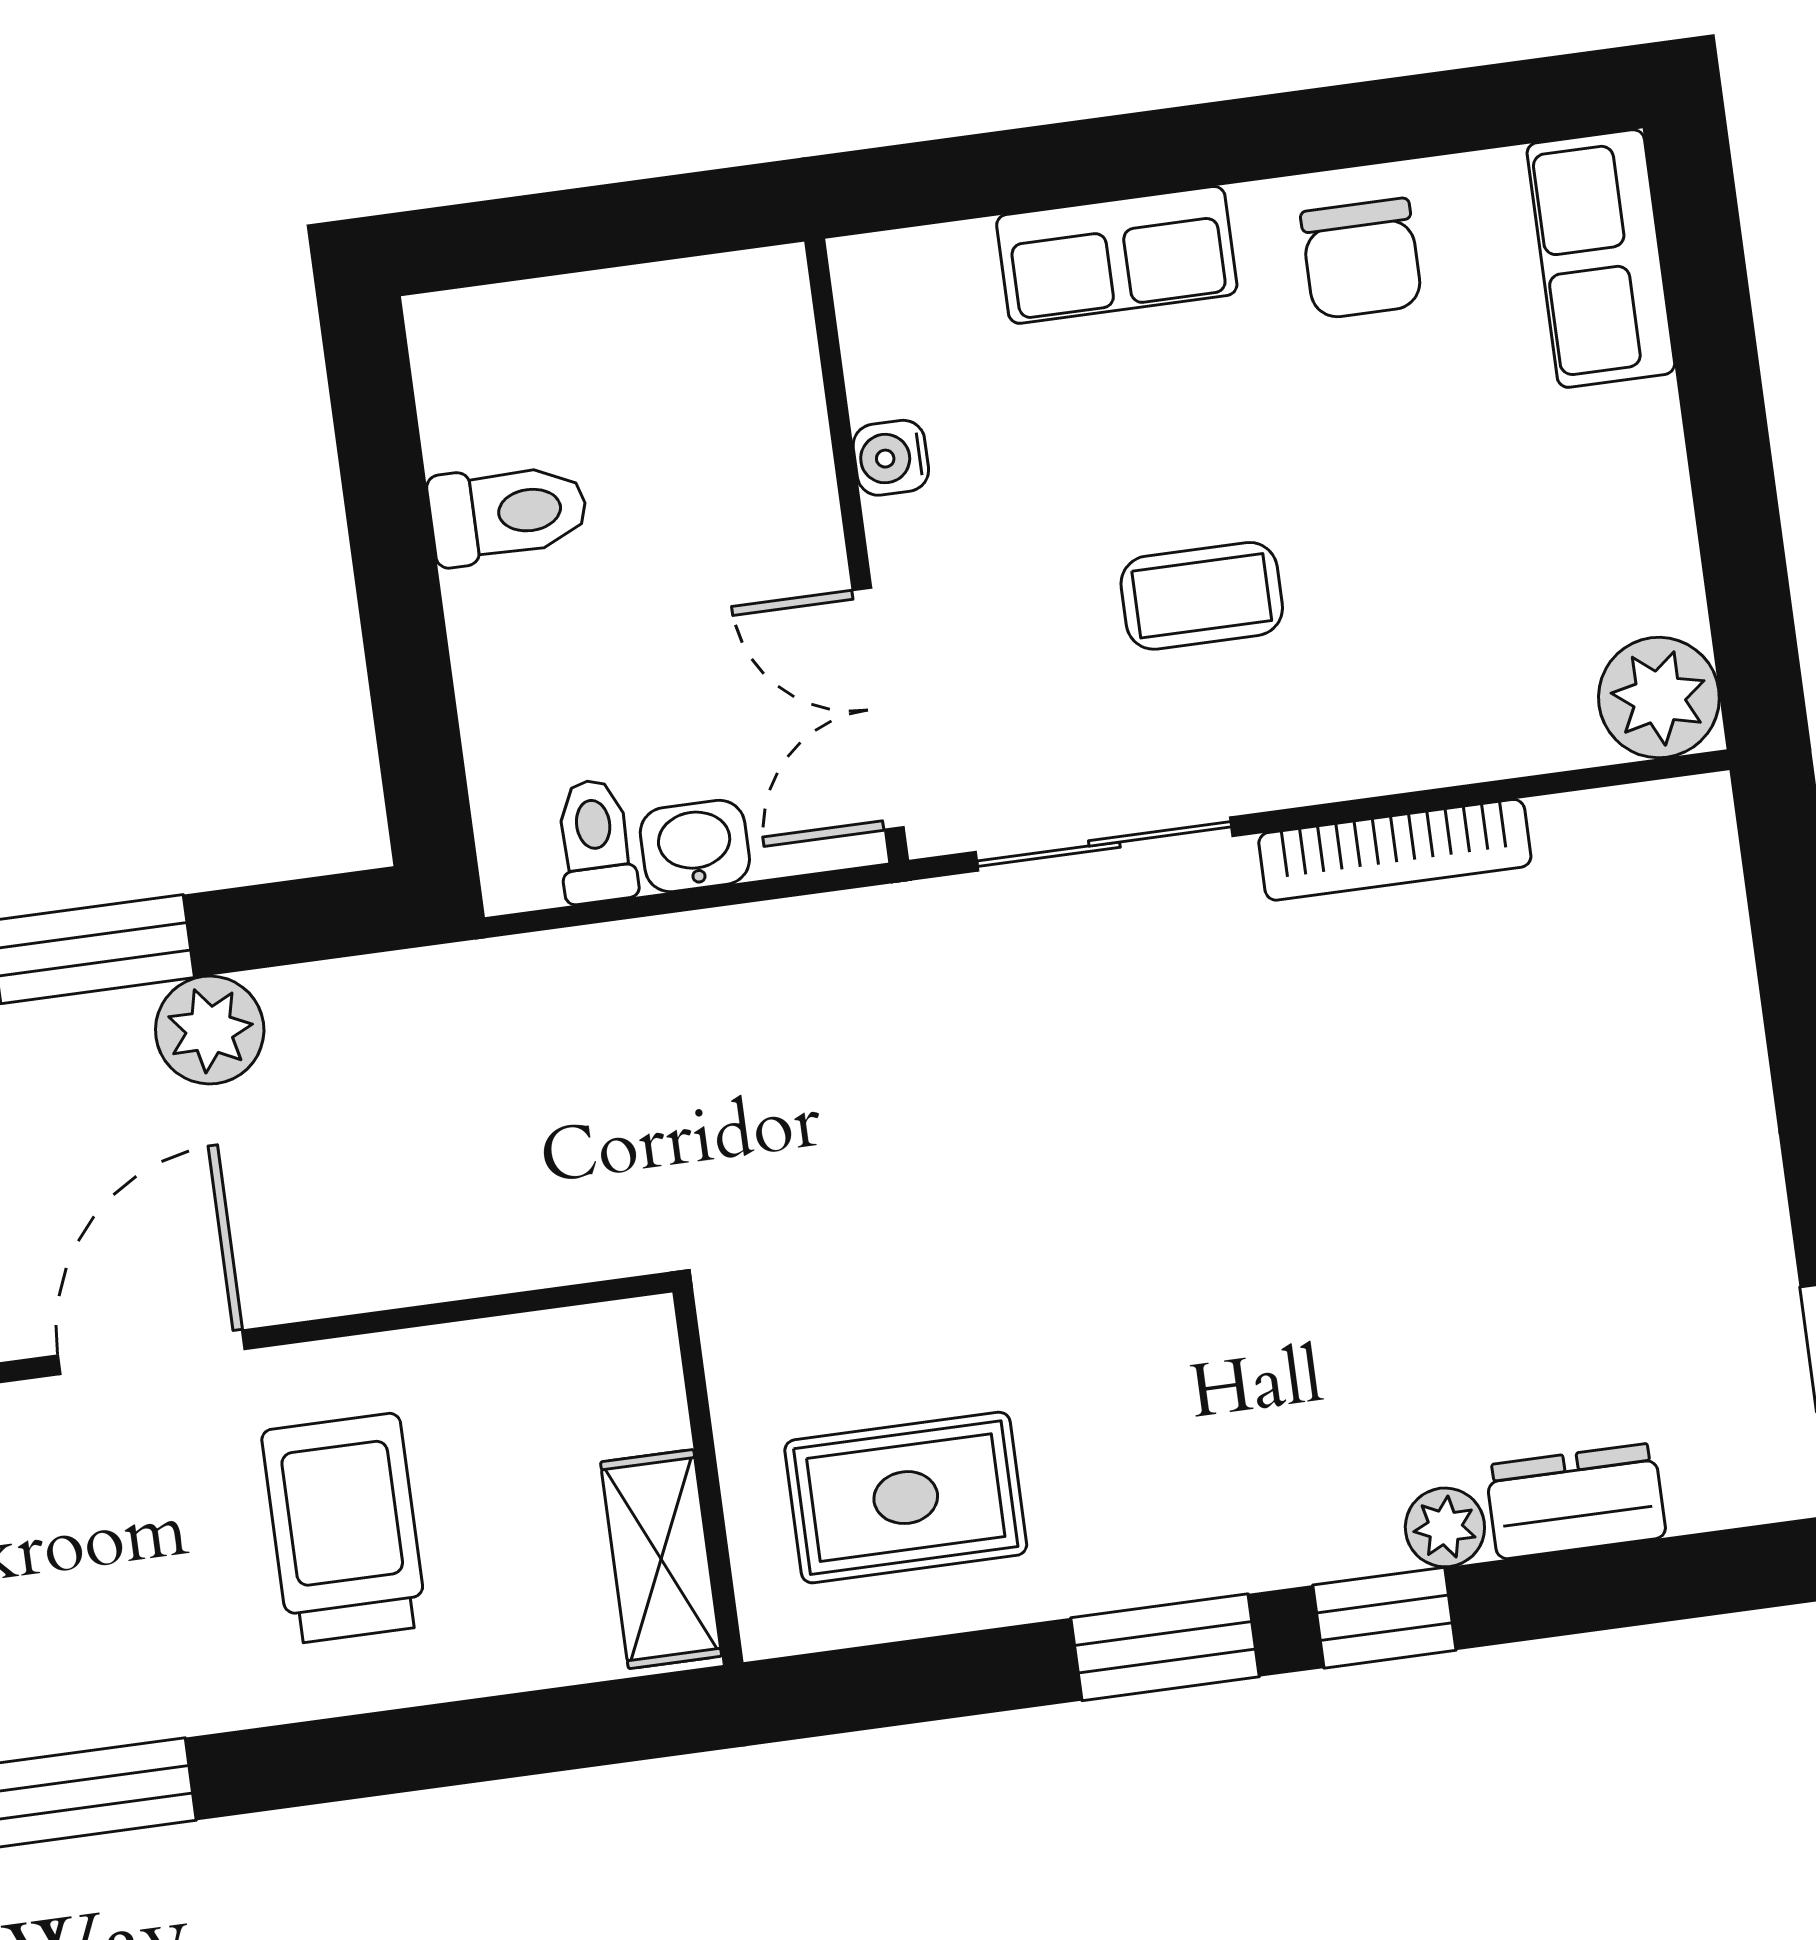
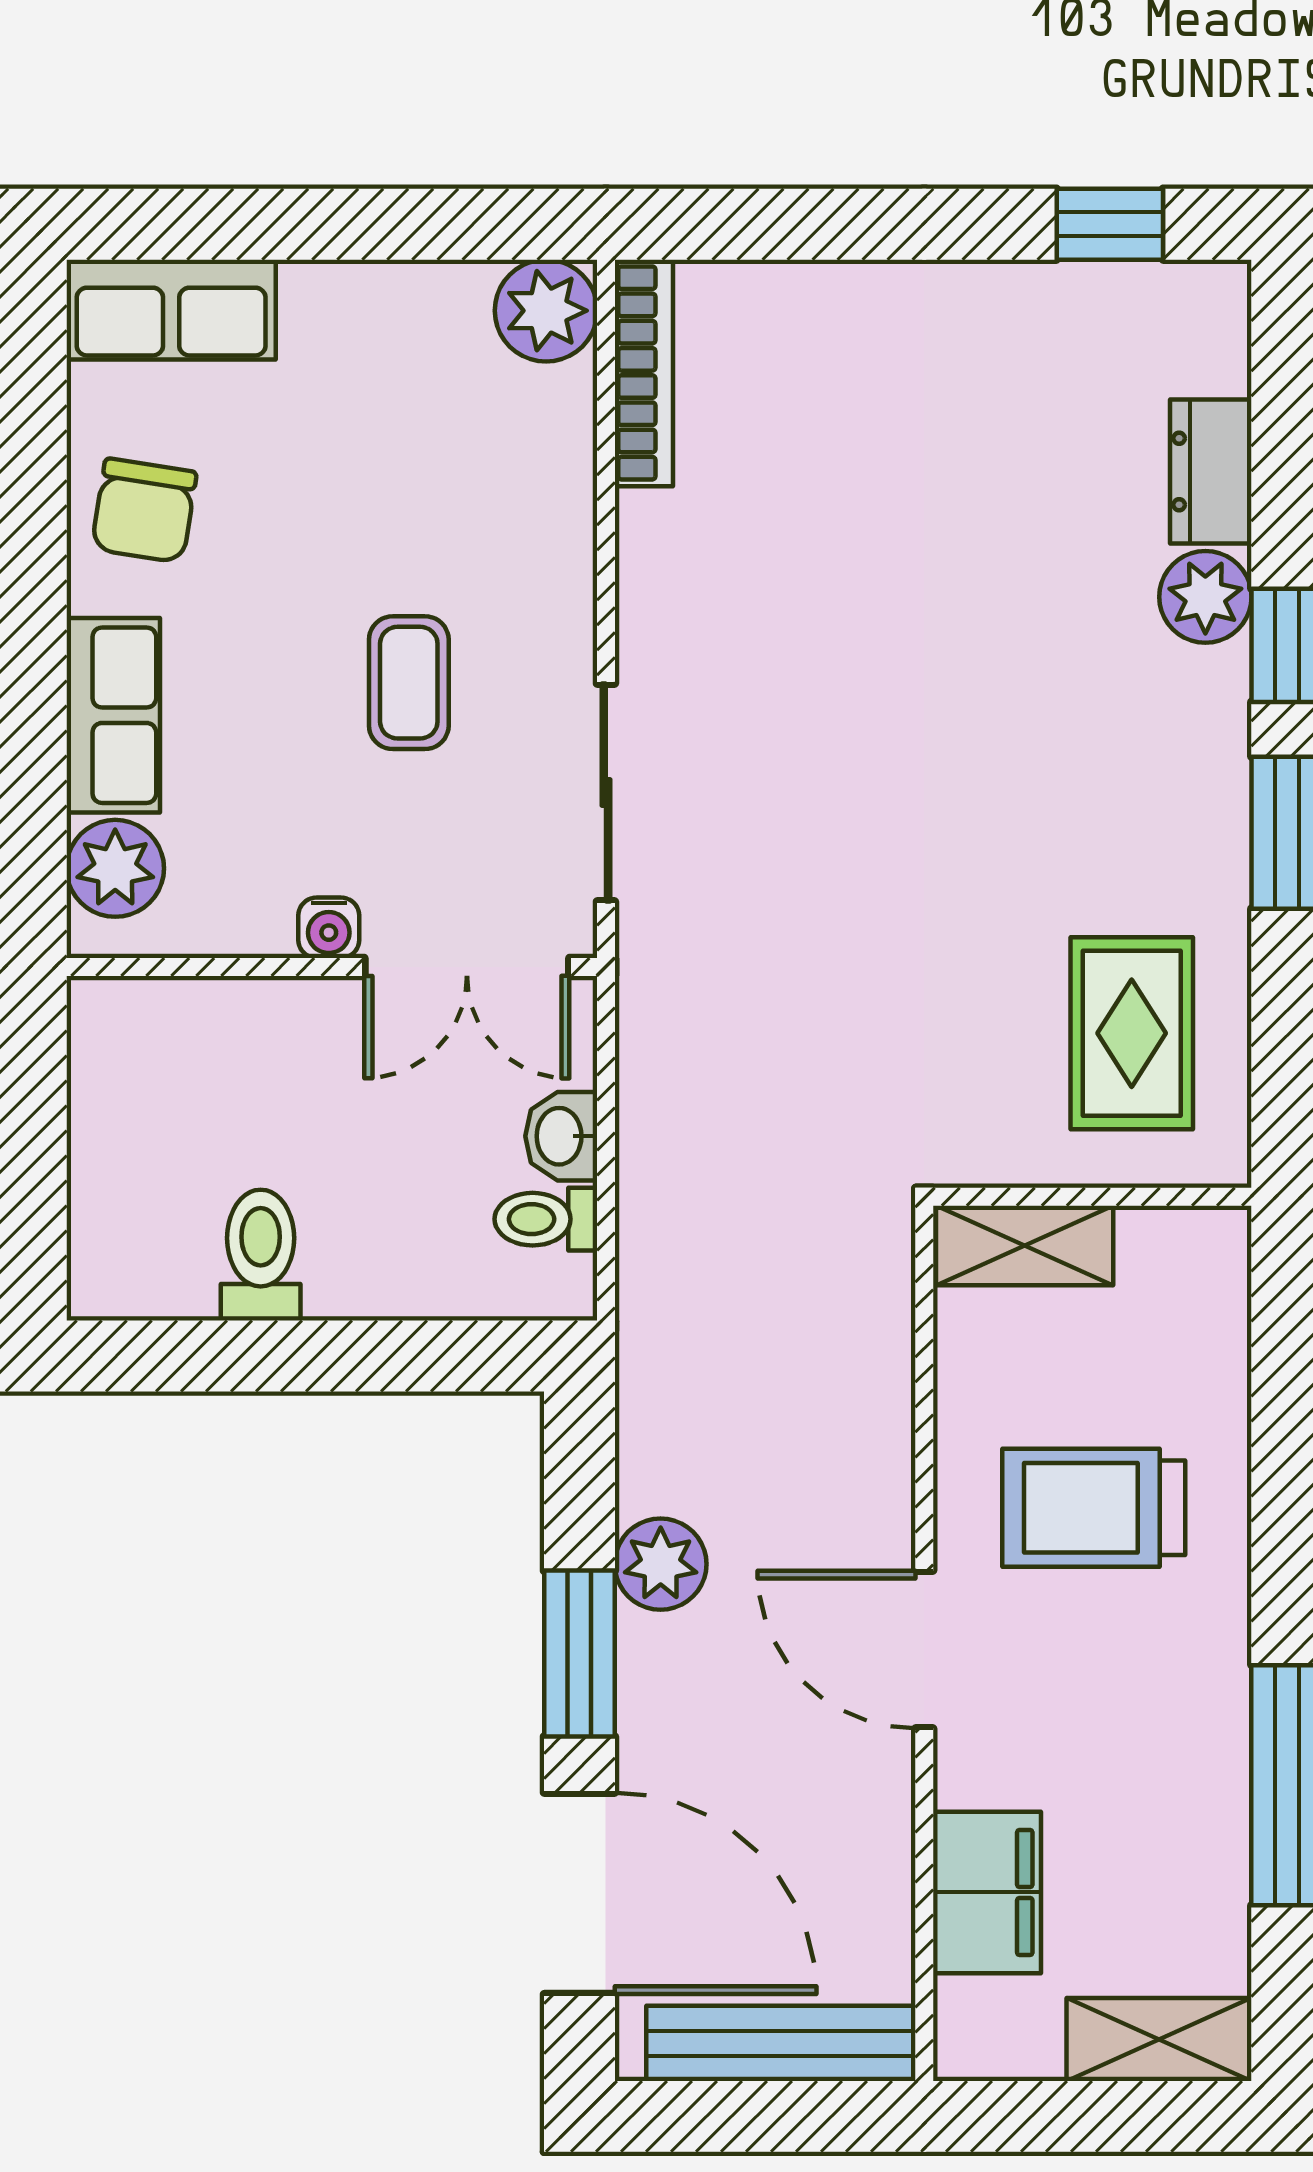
chair: (1361, 259) -> (144, 510), turned 99
plant: (938, 282) -> (115, 868), added
water cooler: (891, 458) -> (329, 928), moved
bookcase: (1395, 850) -> (644, 373), moved
plant: (1445, 1527) -> (1205, 597), width x1.38, depth x1.38
shelving: (661, 1559) -> (1025, 1245), moved

